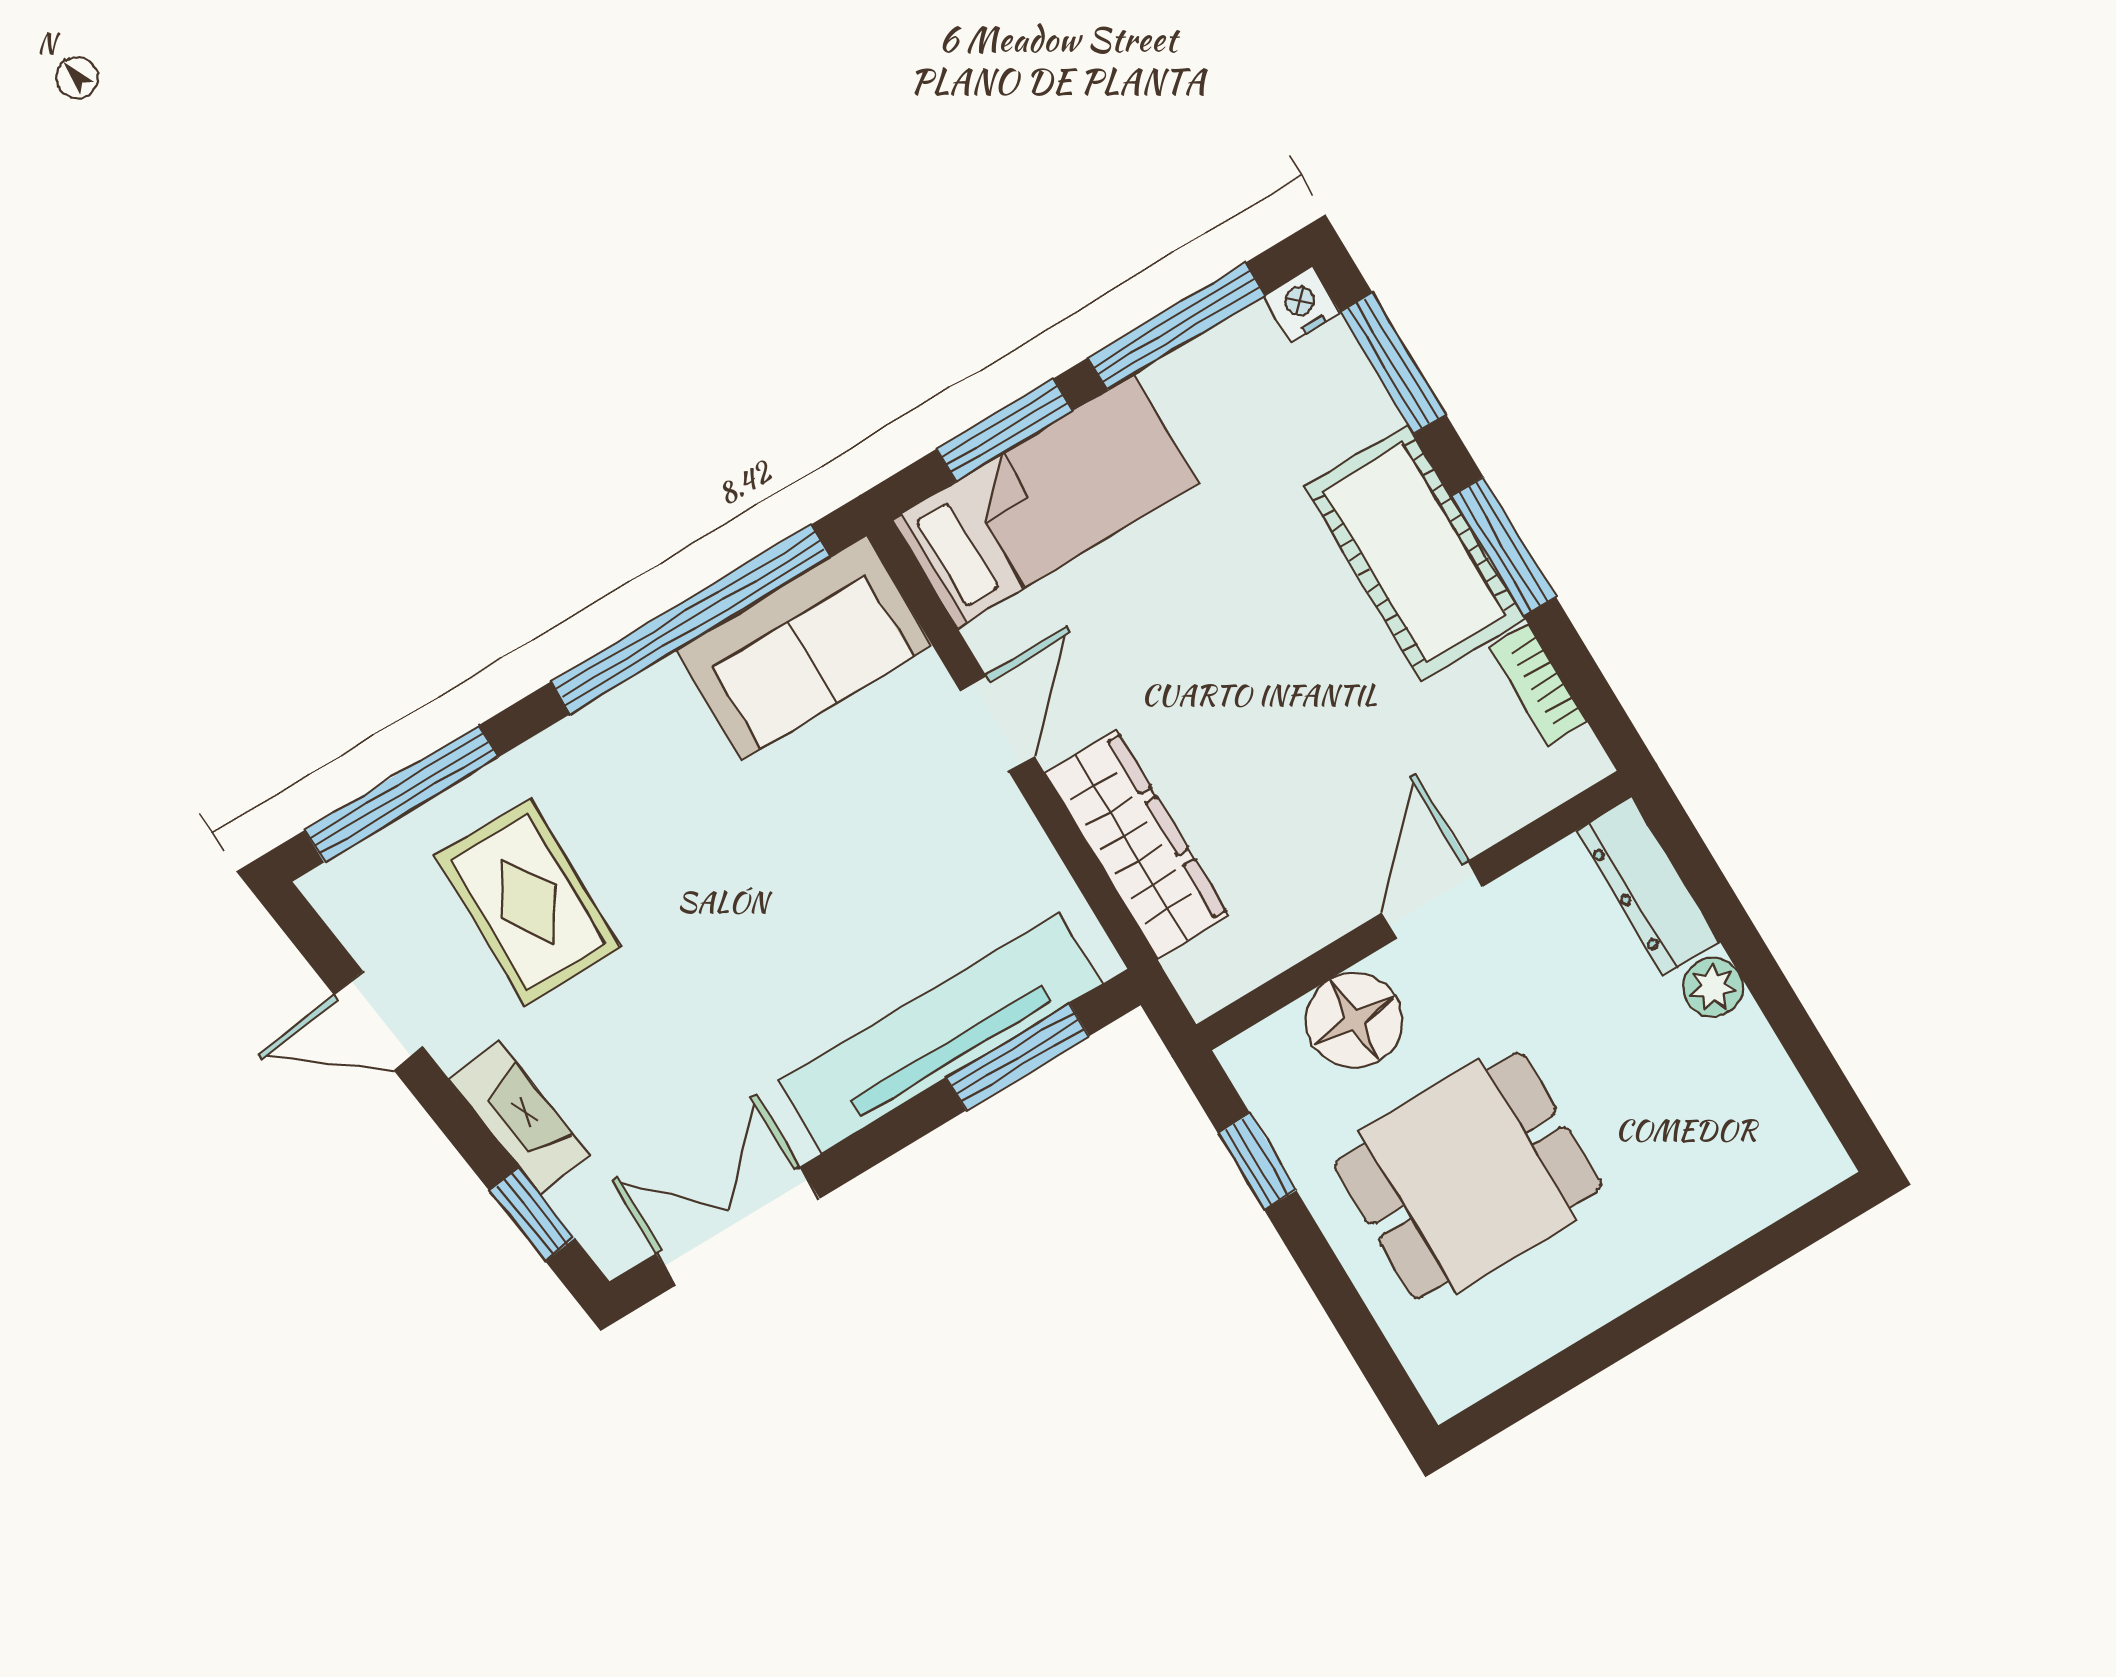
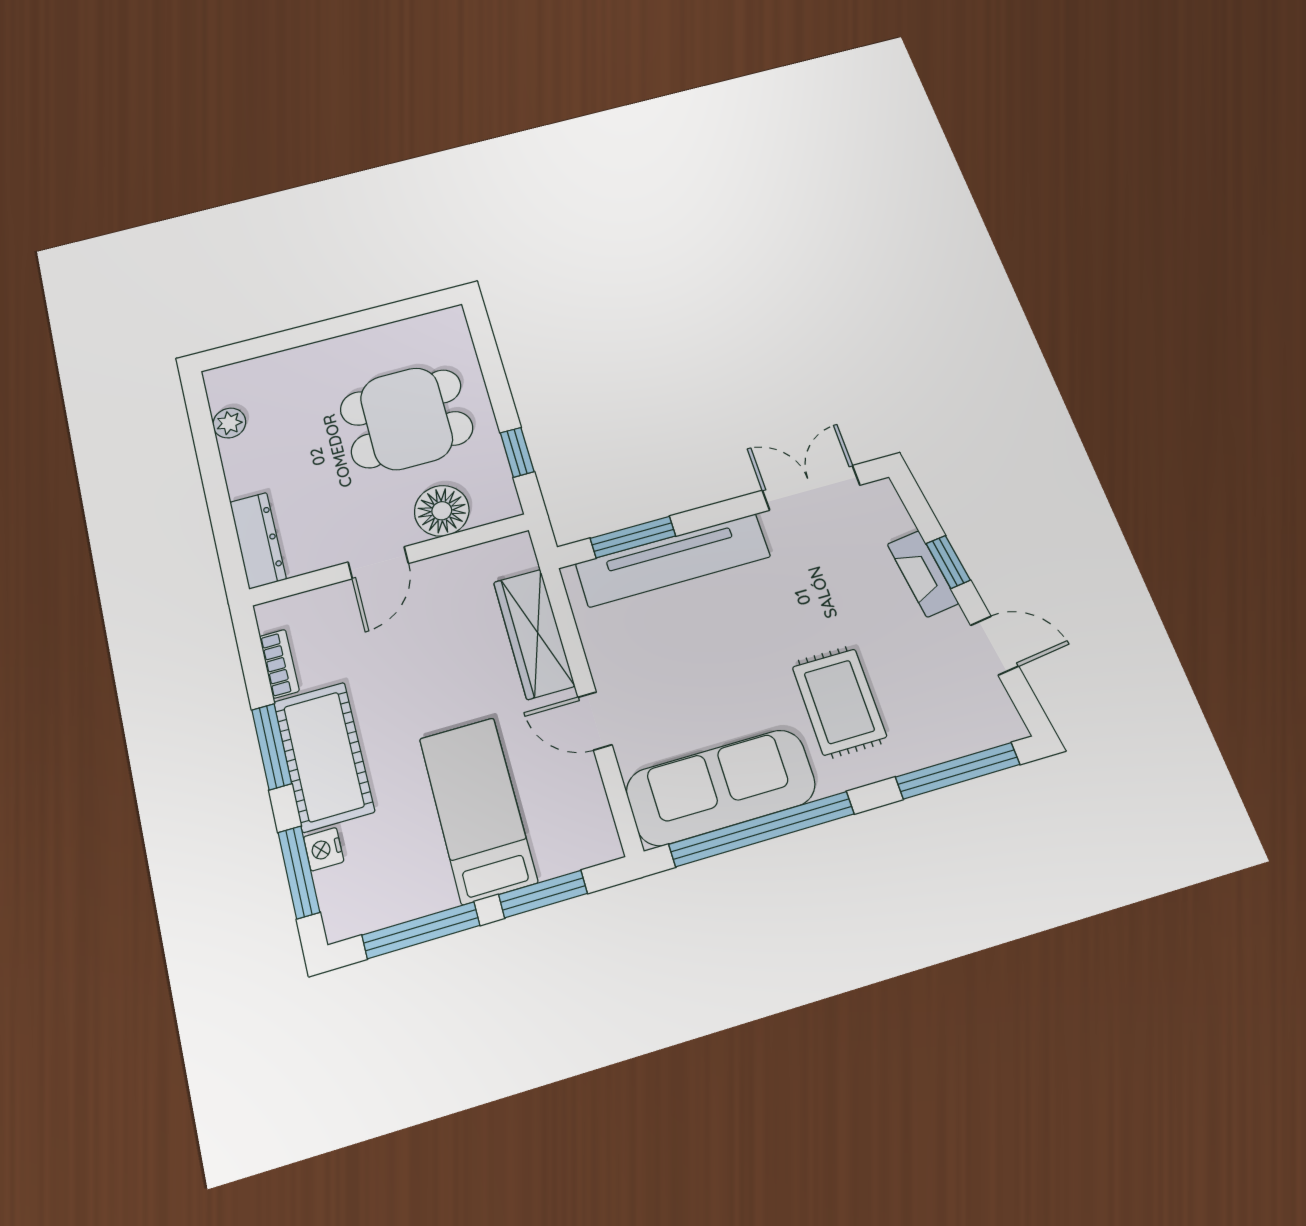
nightstand: (1302, 305) -> (324, 849), moved, turned 90
bed: (1045, 501) -> (478, 810), moved, turned 90
sofa: (804, 648) -> (721, 787), width x1.36
door: (997, 724) -> (595, 721), hinge flipped
rug: (528, 902) -> (839, 702), moved
plant: (1713, 987) -> (229, 423), moved
window: (532, 1214) -> (948, 562), moved
double door: (738, 1226) -> (811, 488), swing flipped

